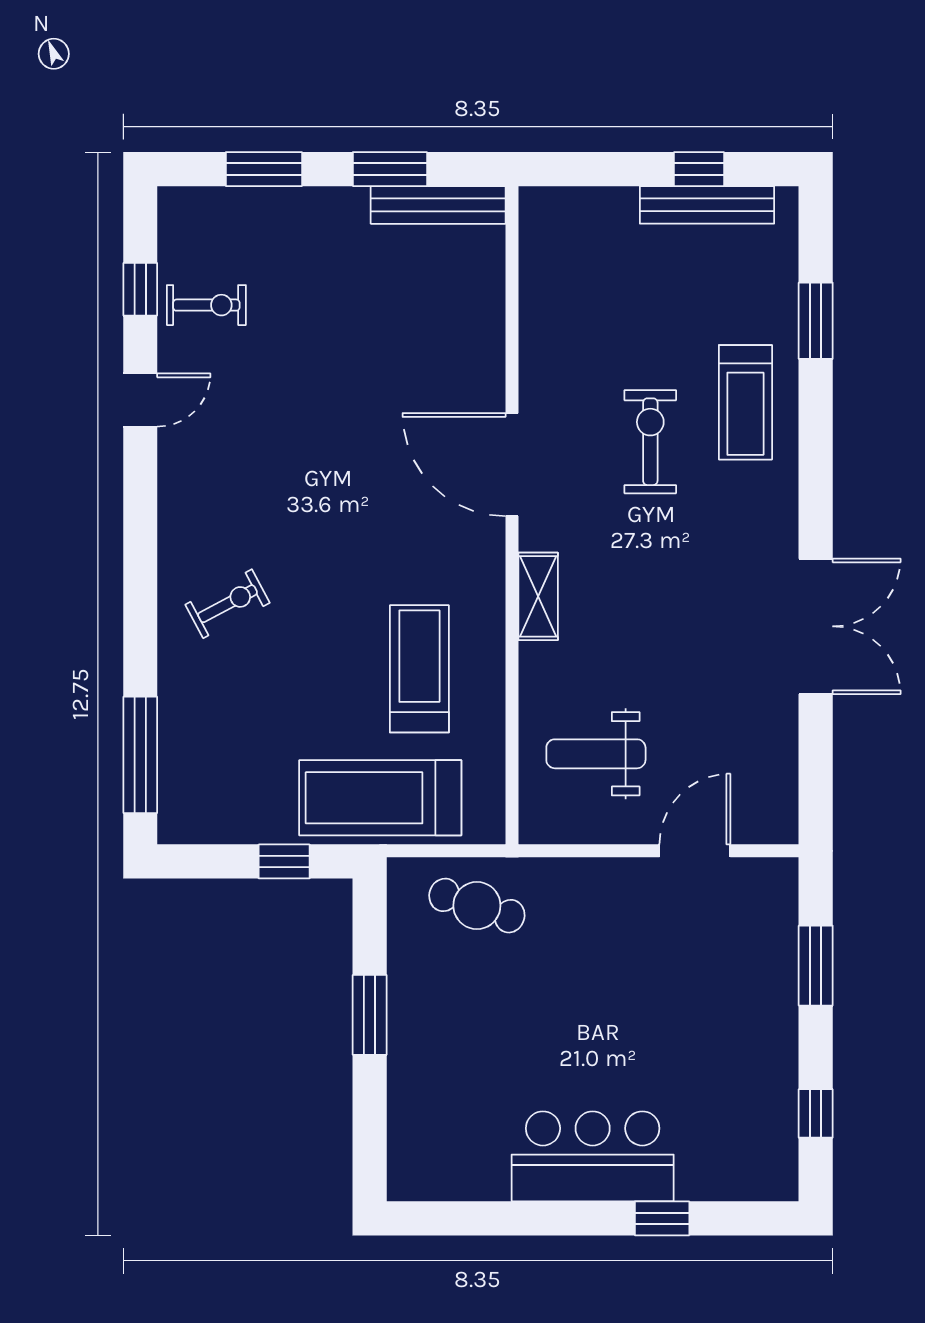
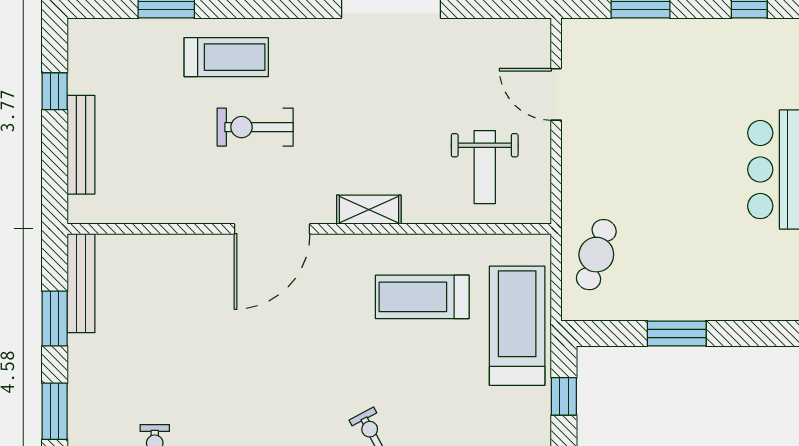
bench: (707, 205) -> (81, 145), moved
treadmill: (380, 798) -> (517, 326), turned 180

